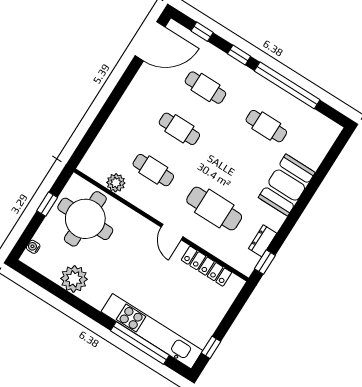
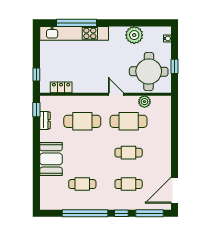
window: (202, 32) -> (149, 213), width x2.17
cafe table: (153, 170) -> (129, 121), width x1.37, depth x1.35
door: (172, 232) -> (116, 94), moved
locker: (206, 266) -> (61, 87), width x0.66
window: (211, 347) -> (36, 74), moved

